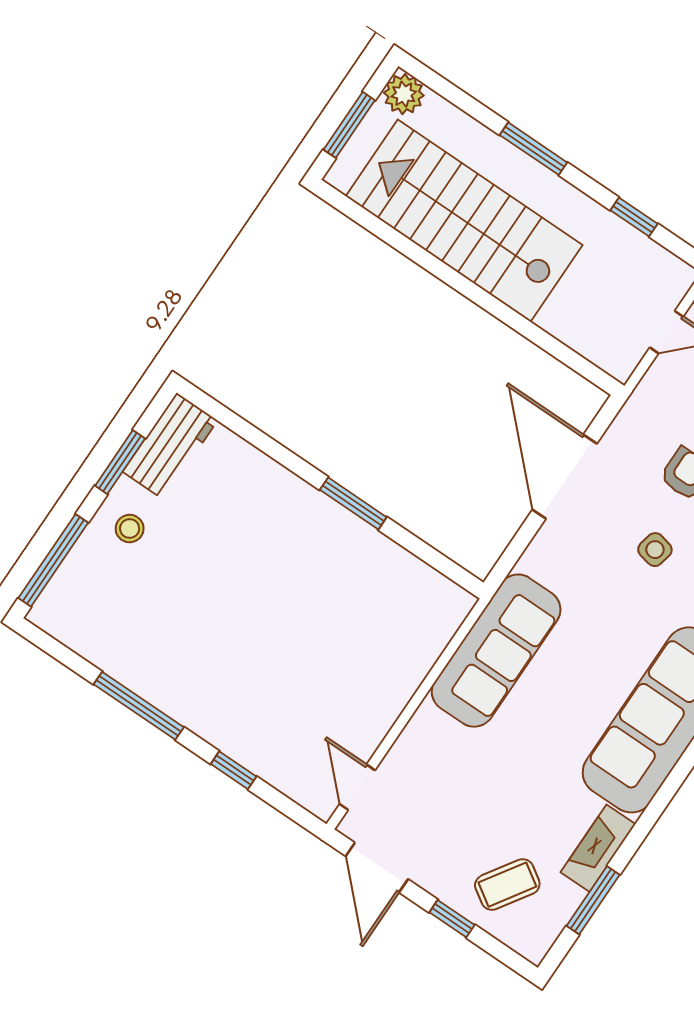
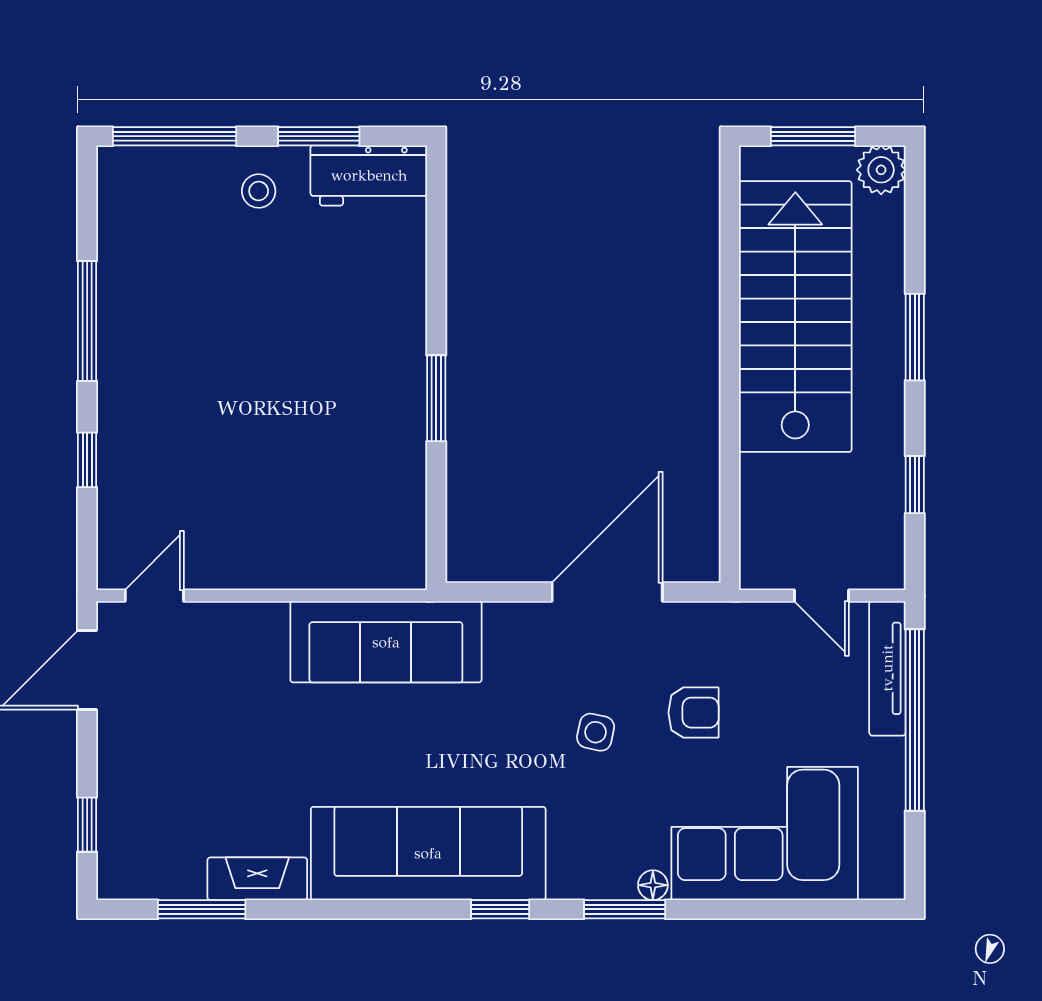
coffee table: (507, 885) -> (159, 812), removed
window: (452, 919) -> (87, 825), moved

